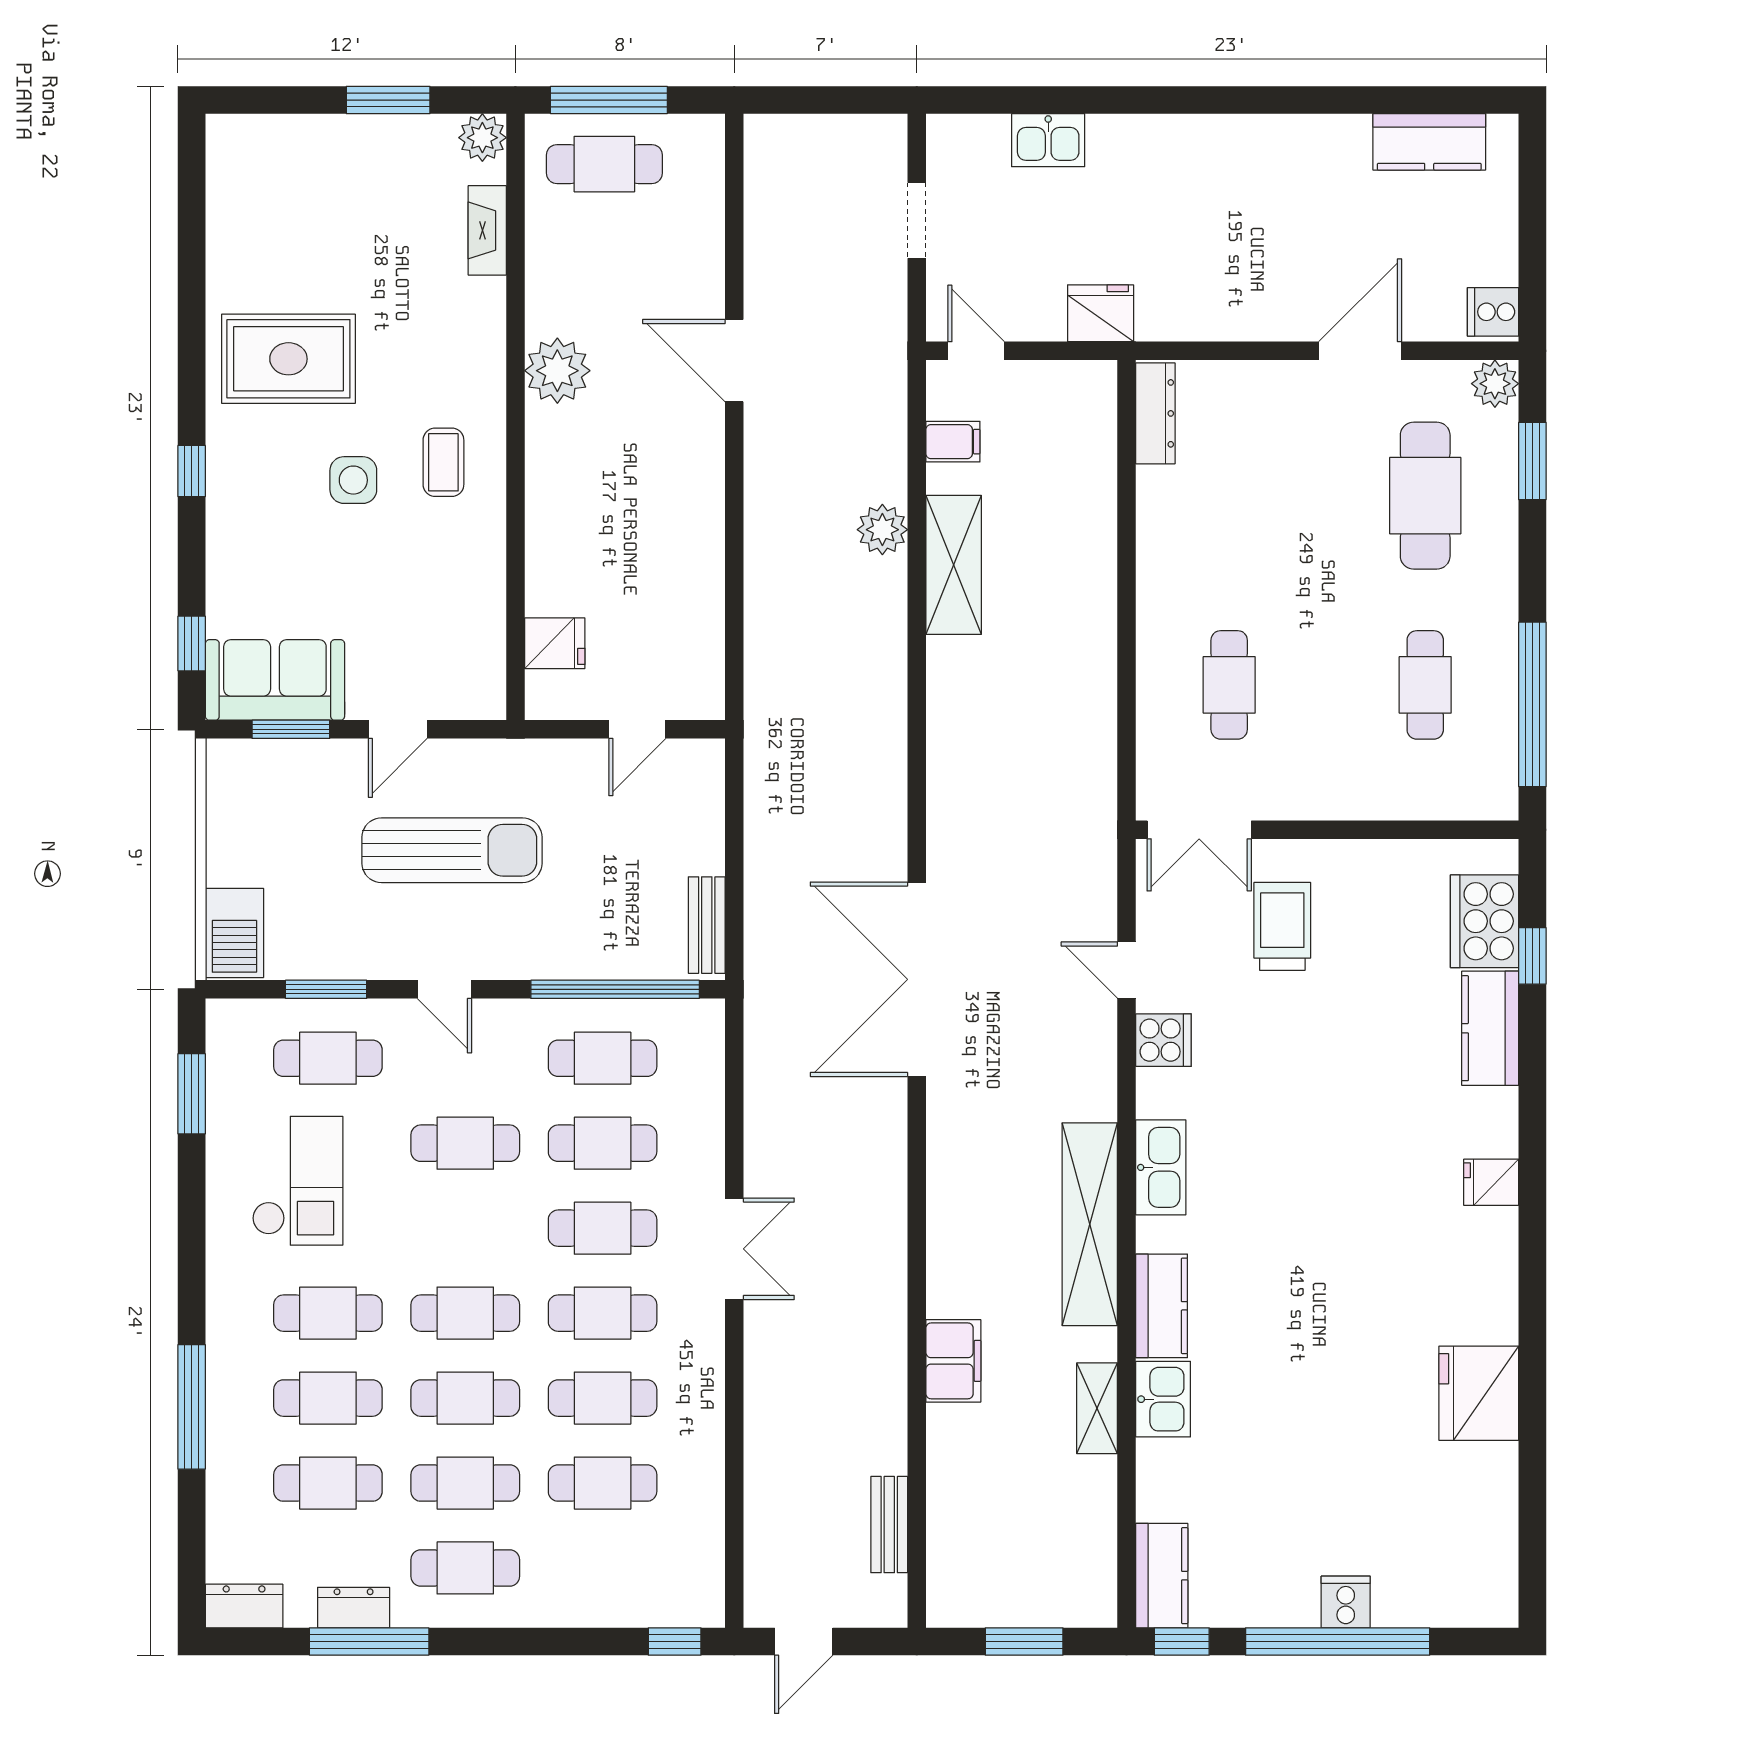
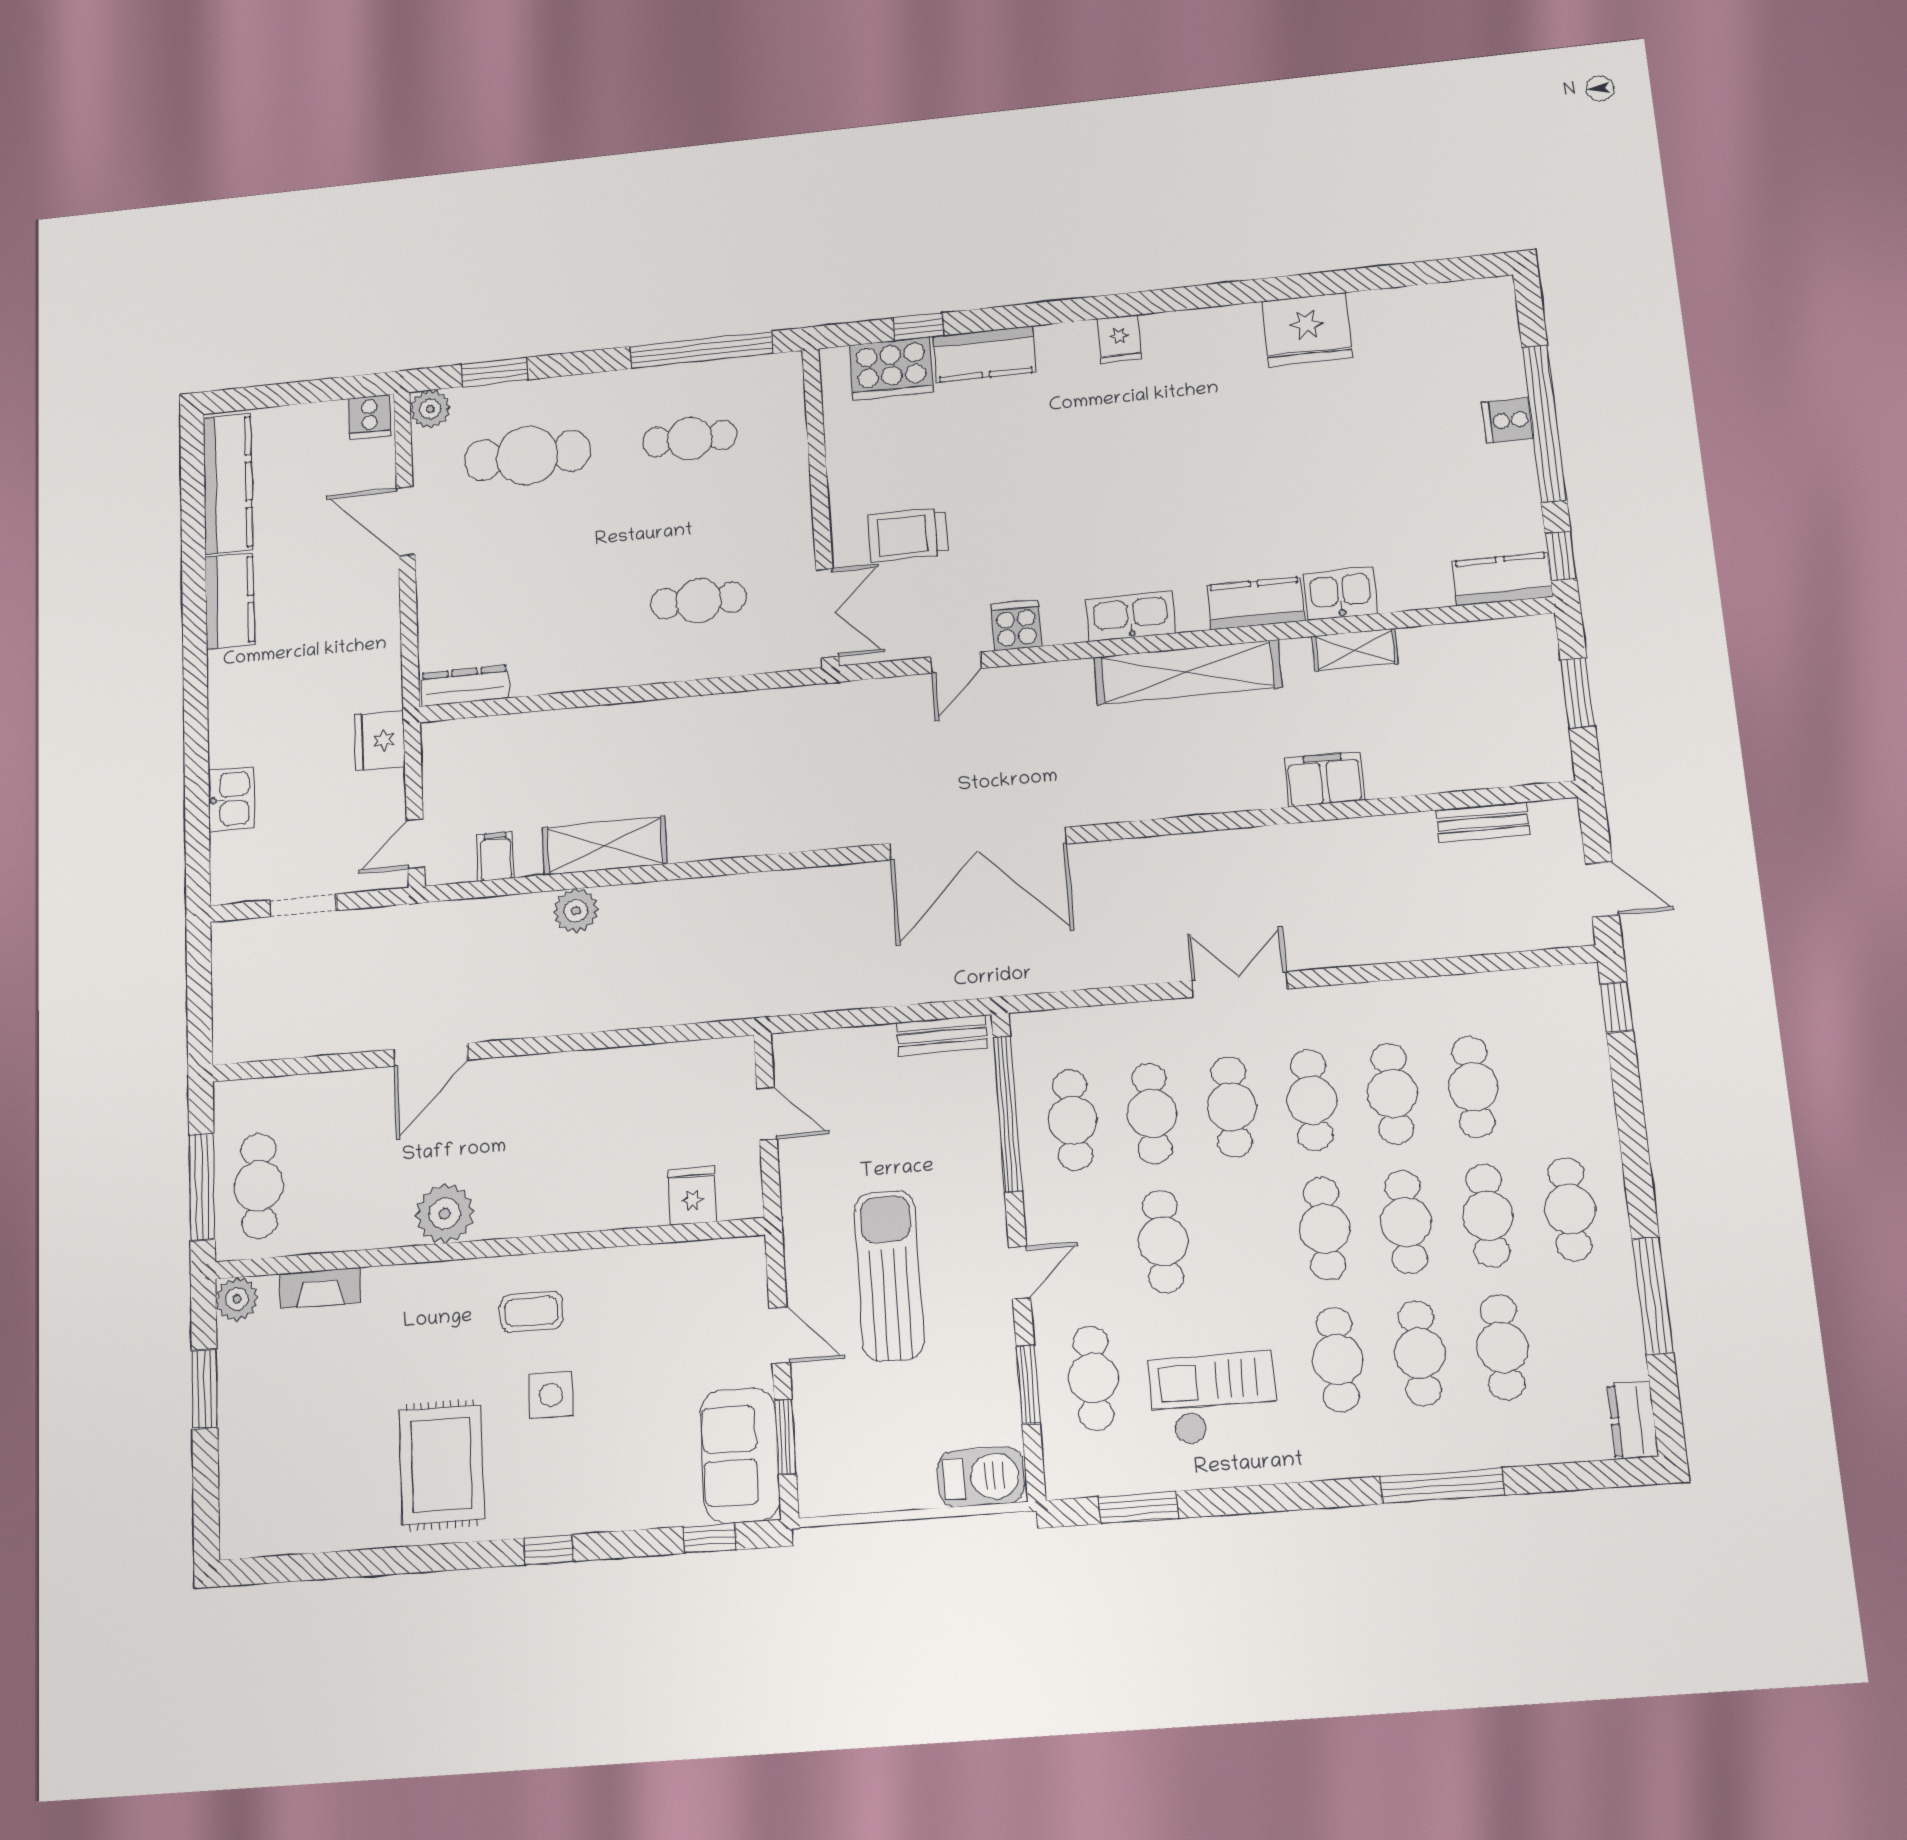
kitchen counter: (1285, 142) -> (230, 601), added
kitchen counter: (1429, 142) -> (228, 483), width x1.50
dresser: (354, 1608) -> (1621, 1313), removed

